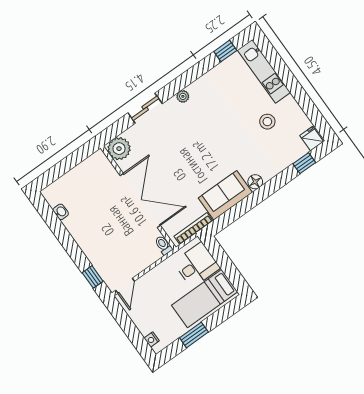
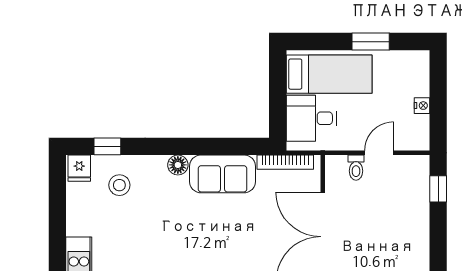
stool: (267, 122) -> (119, 185), moved
toilet: (163, 245) -> (356, 168), moved
door: (125, 286) -> (379, 153), moved
nightstand: (152, 339) -> (422, 106), moved

